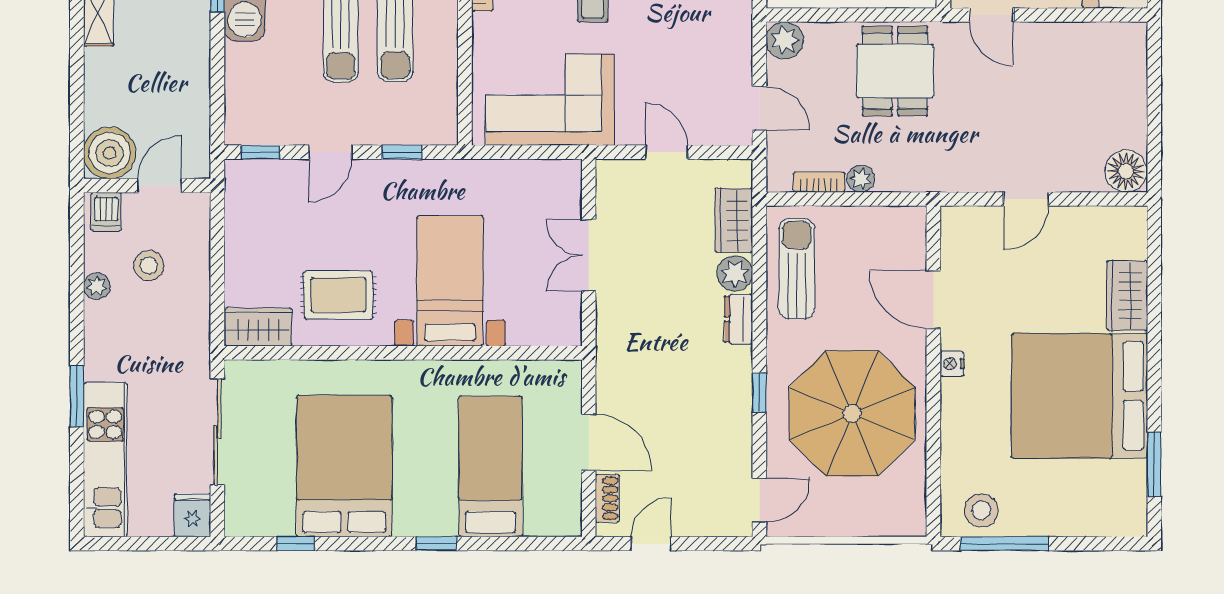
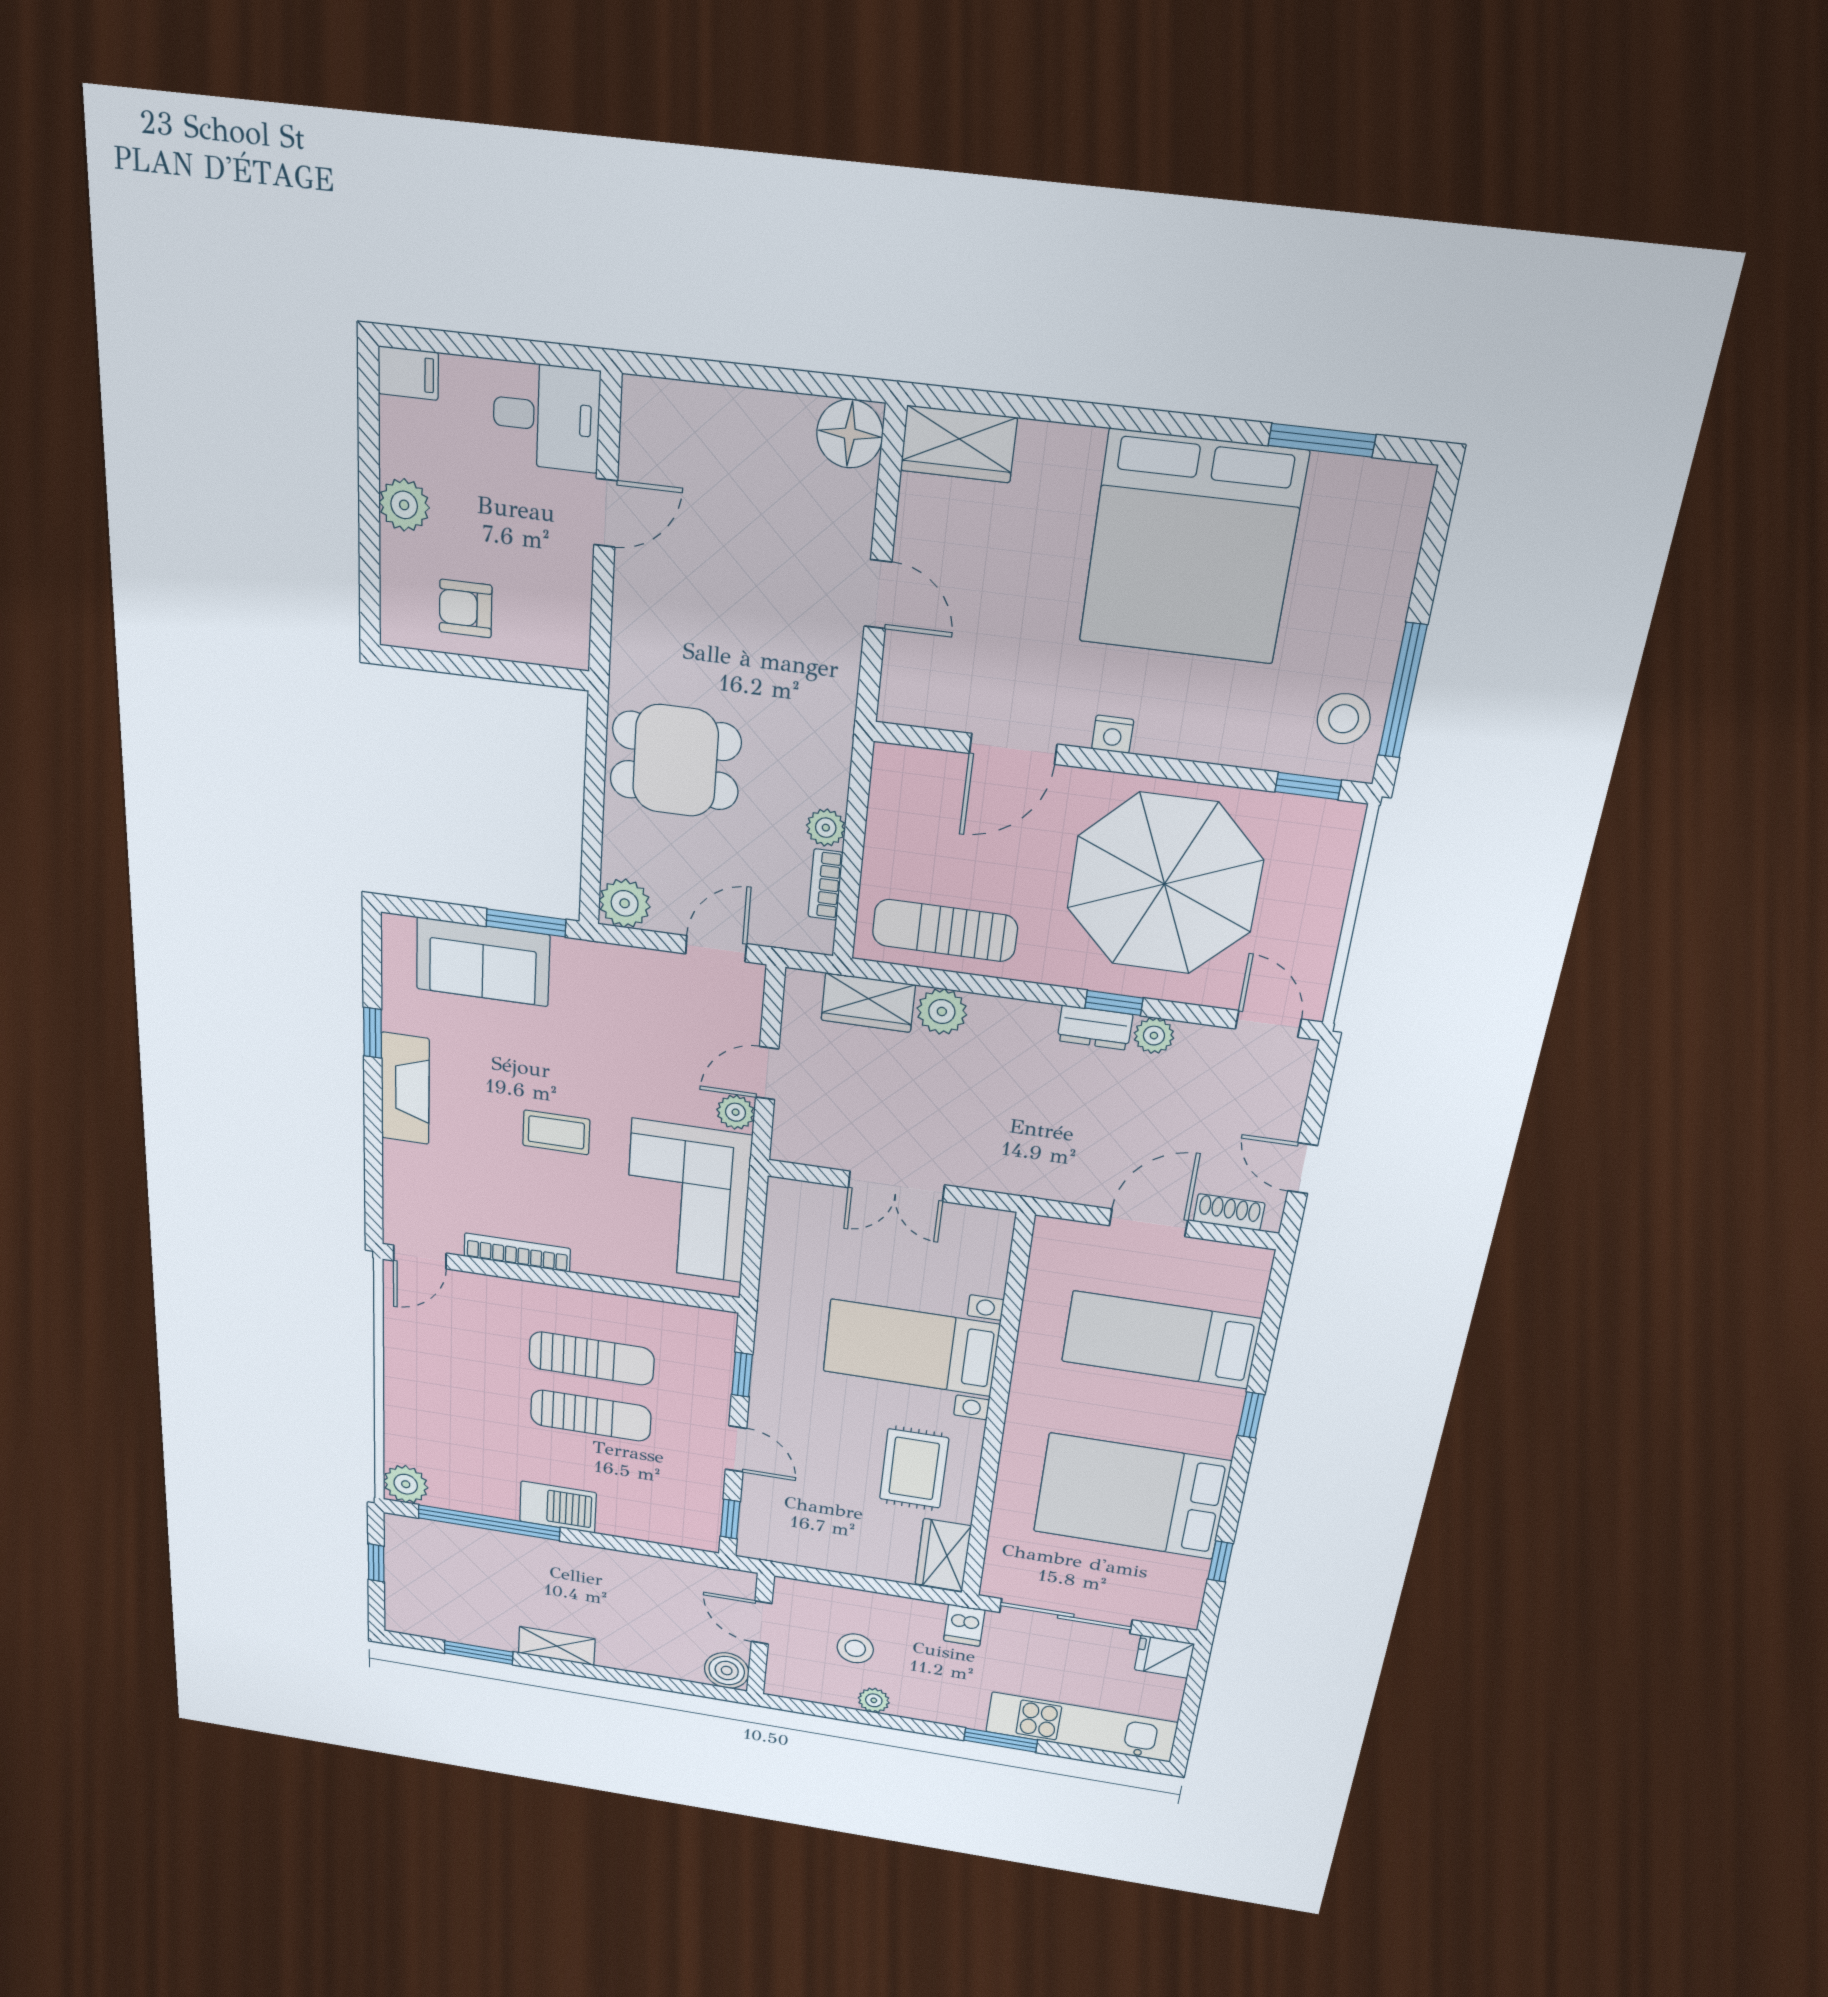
door: (991, 15) -> (606, 513), moved
plant: (631, 131) -> (736, 1112), added
boiler: (109, 153) -> (727, 1671), width x0.73, depth x0.73
dishwasher: (106, 212) -> (964, 1625), moved, turned 90
wardrobe: (1127, 296) -> (959, 444), moved
dresser: (739, 319) -> (1095, 1028), moved
plant: (739, 424) -> (1154, 1036), added
window: (933, 496) -> (1308, 786), added

